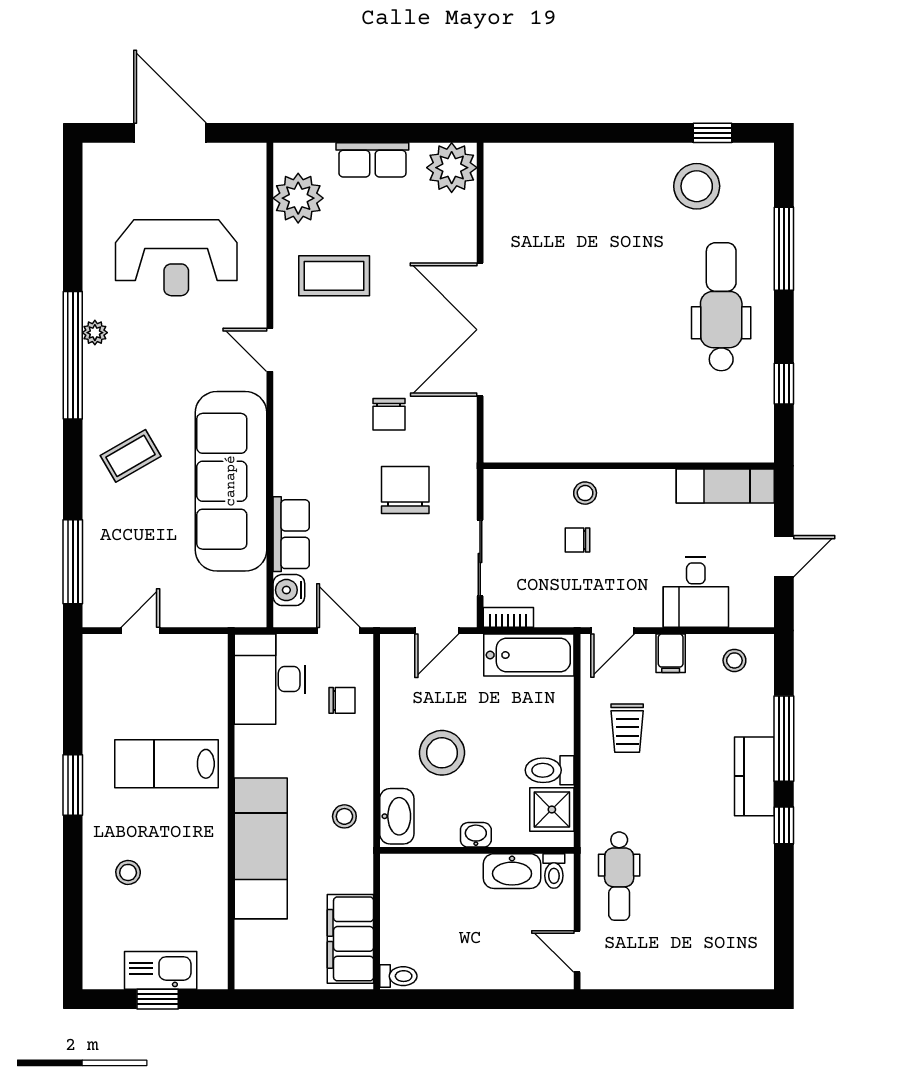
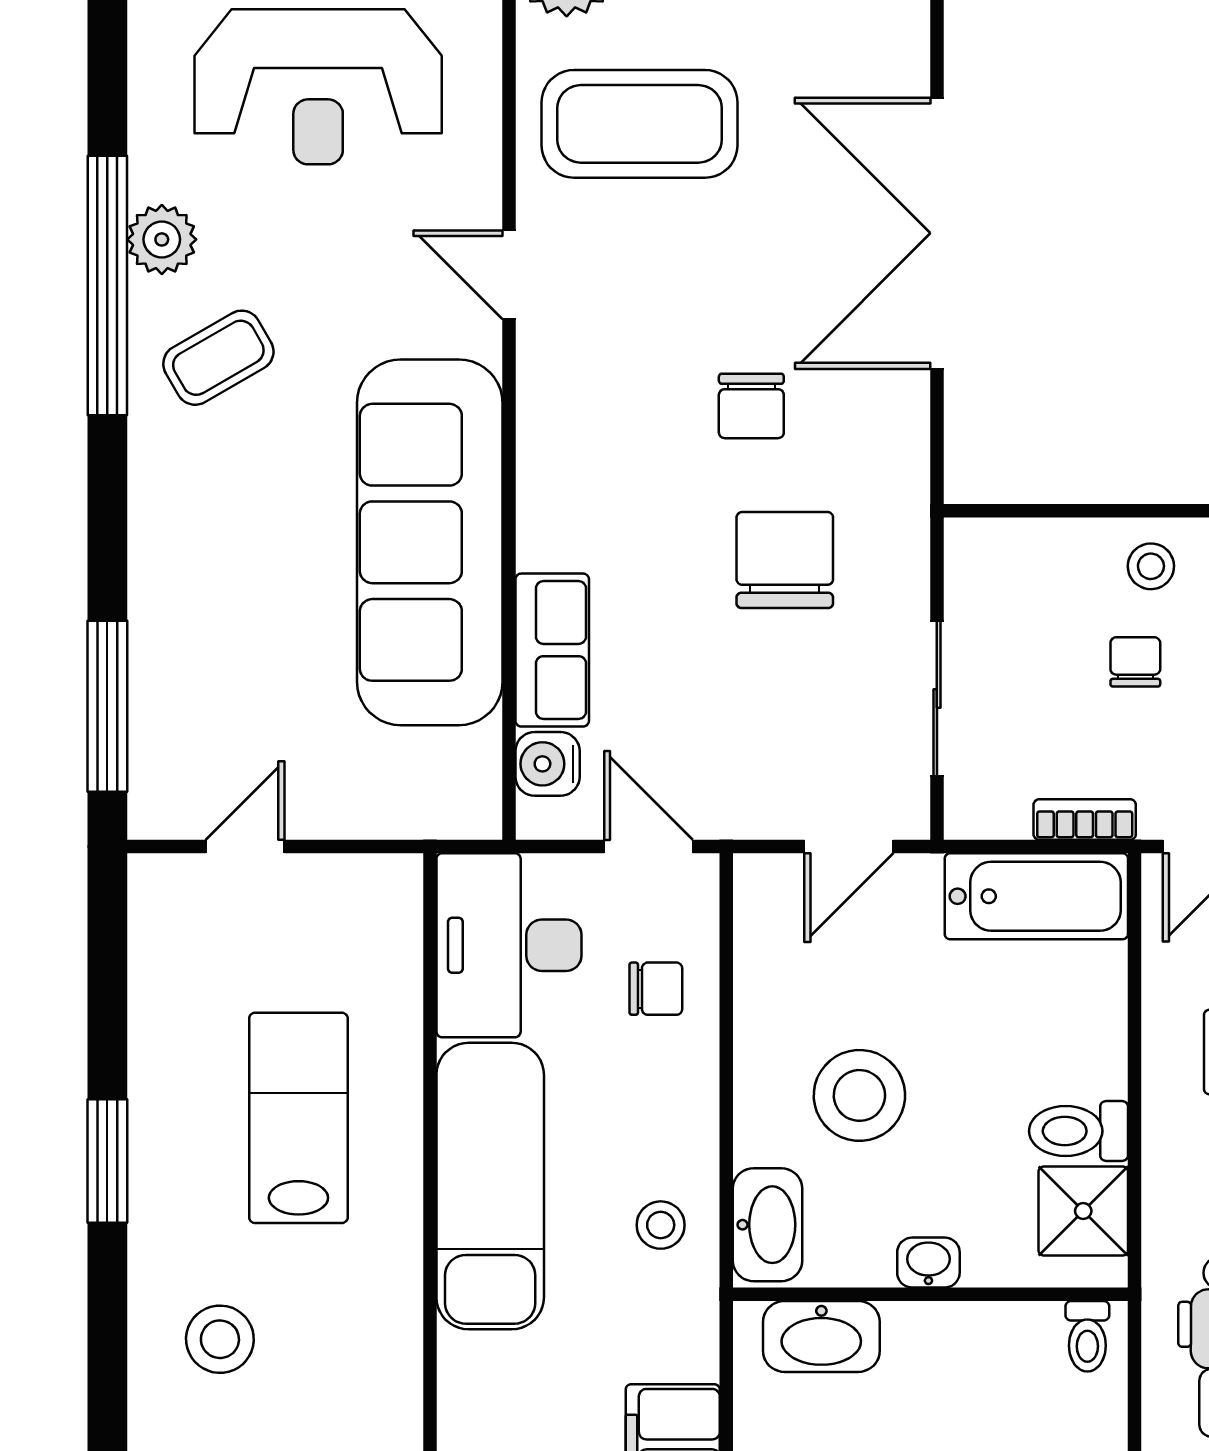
coffee table: (334, 276) -> (640, 124), width x1.36, depth x1.32
plant: (95, 333) -> (162, 239), width x1.38, depth x1.38
coffee table: (131, 456) -> (218, 358), moved
chair: (577, 540) -> (1135, 662), turned 90
bookcase: (508, 617) -> (1085, 820), moved
lab bench: (167, 764) -> (298, 1118), turned 90
exam couch: (261, 848) -> (490, 1186), moved
washbasin: (512, 871) -> (821, 1336), moved
stool: (128, 872) -> (220, 1339), width x1.37, depth x1.37

